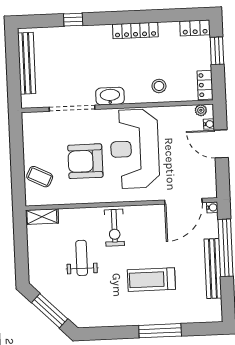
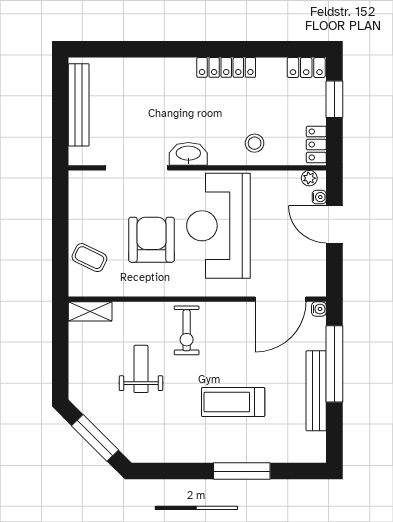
window: (73, 20) -> (144, 49), removed
armchair: (85, 161) -> (152, 240), turned 90

